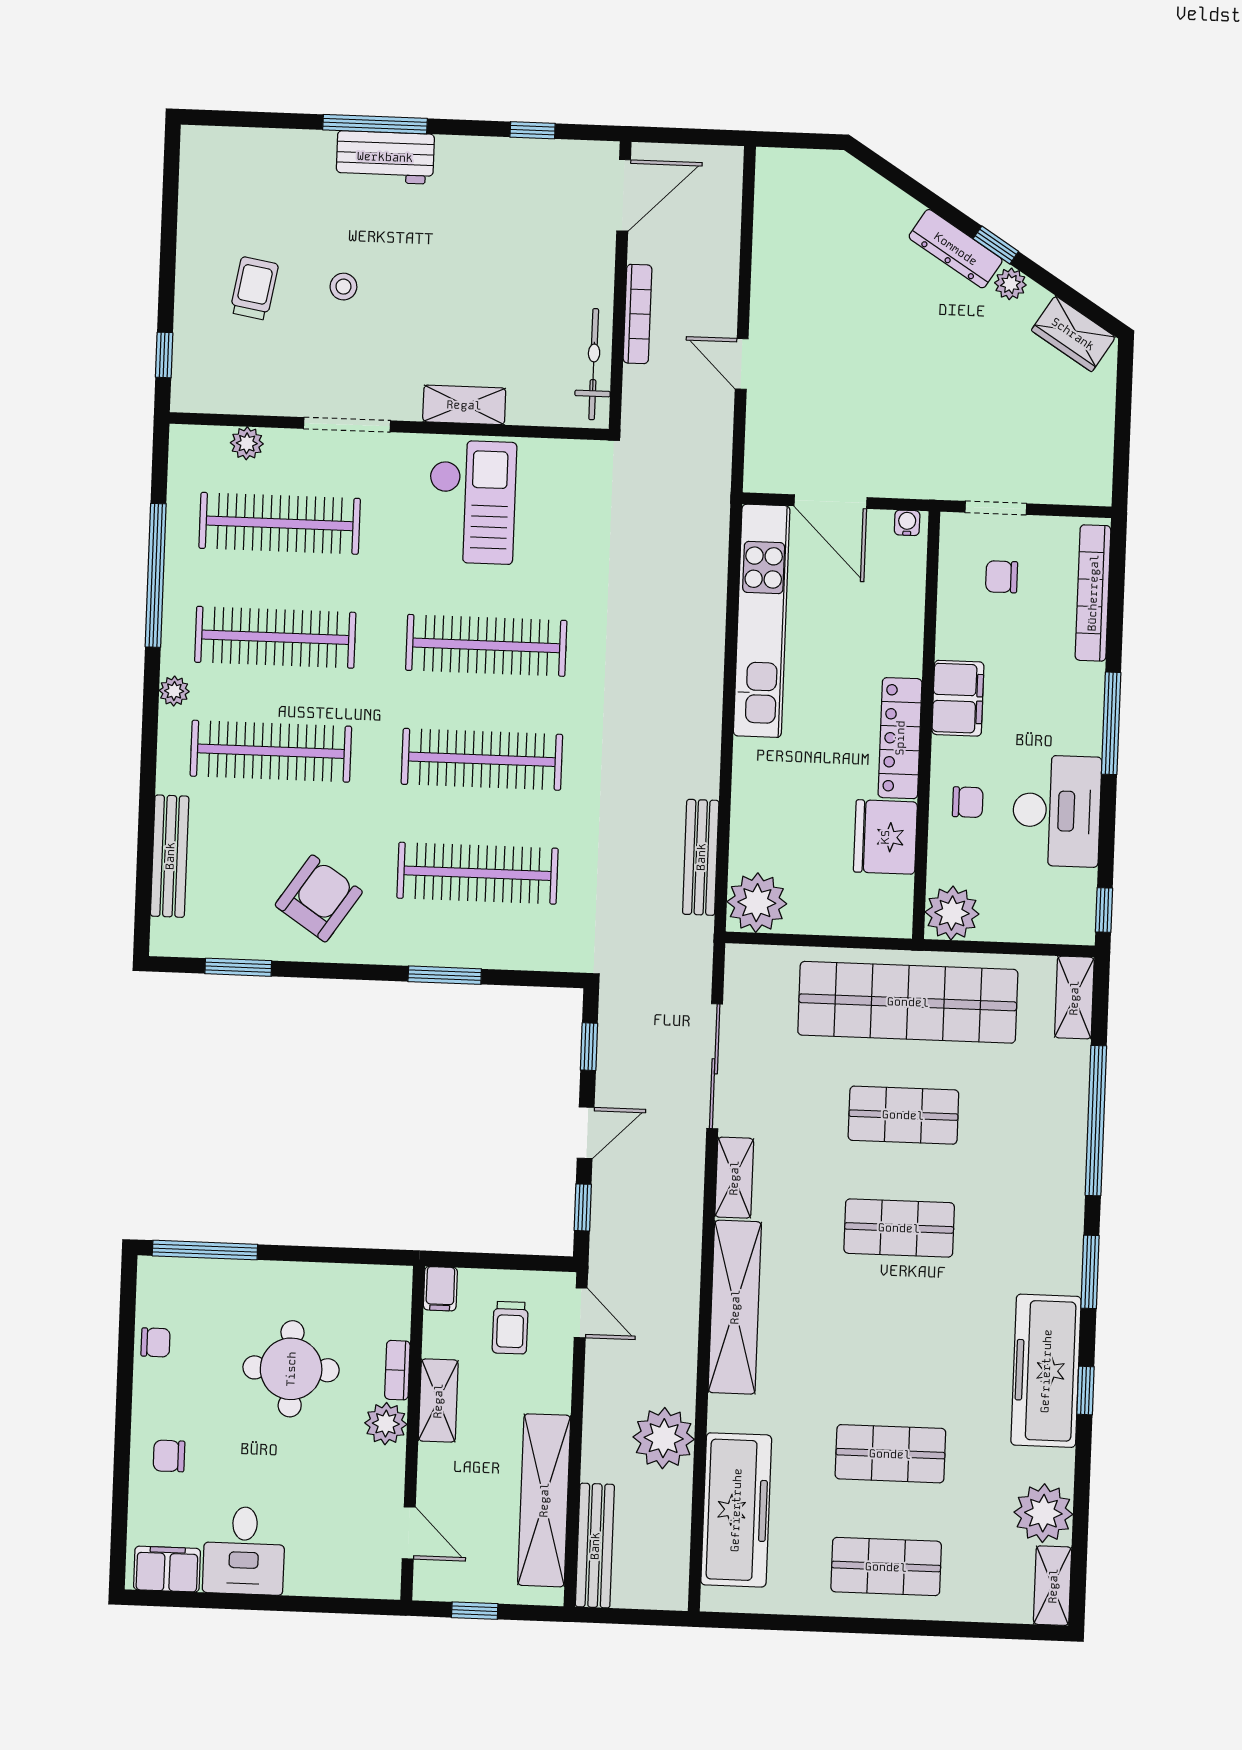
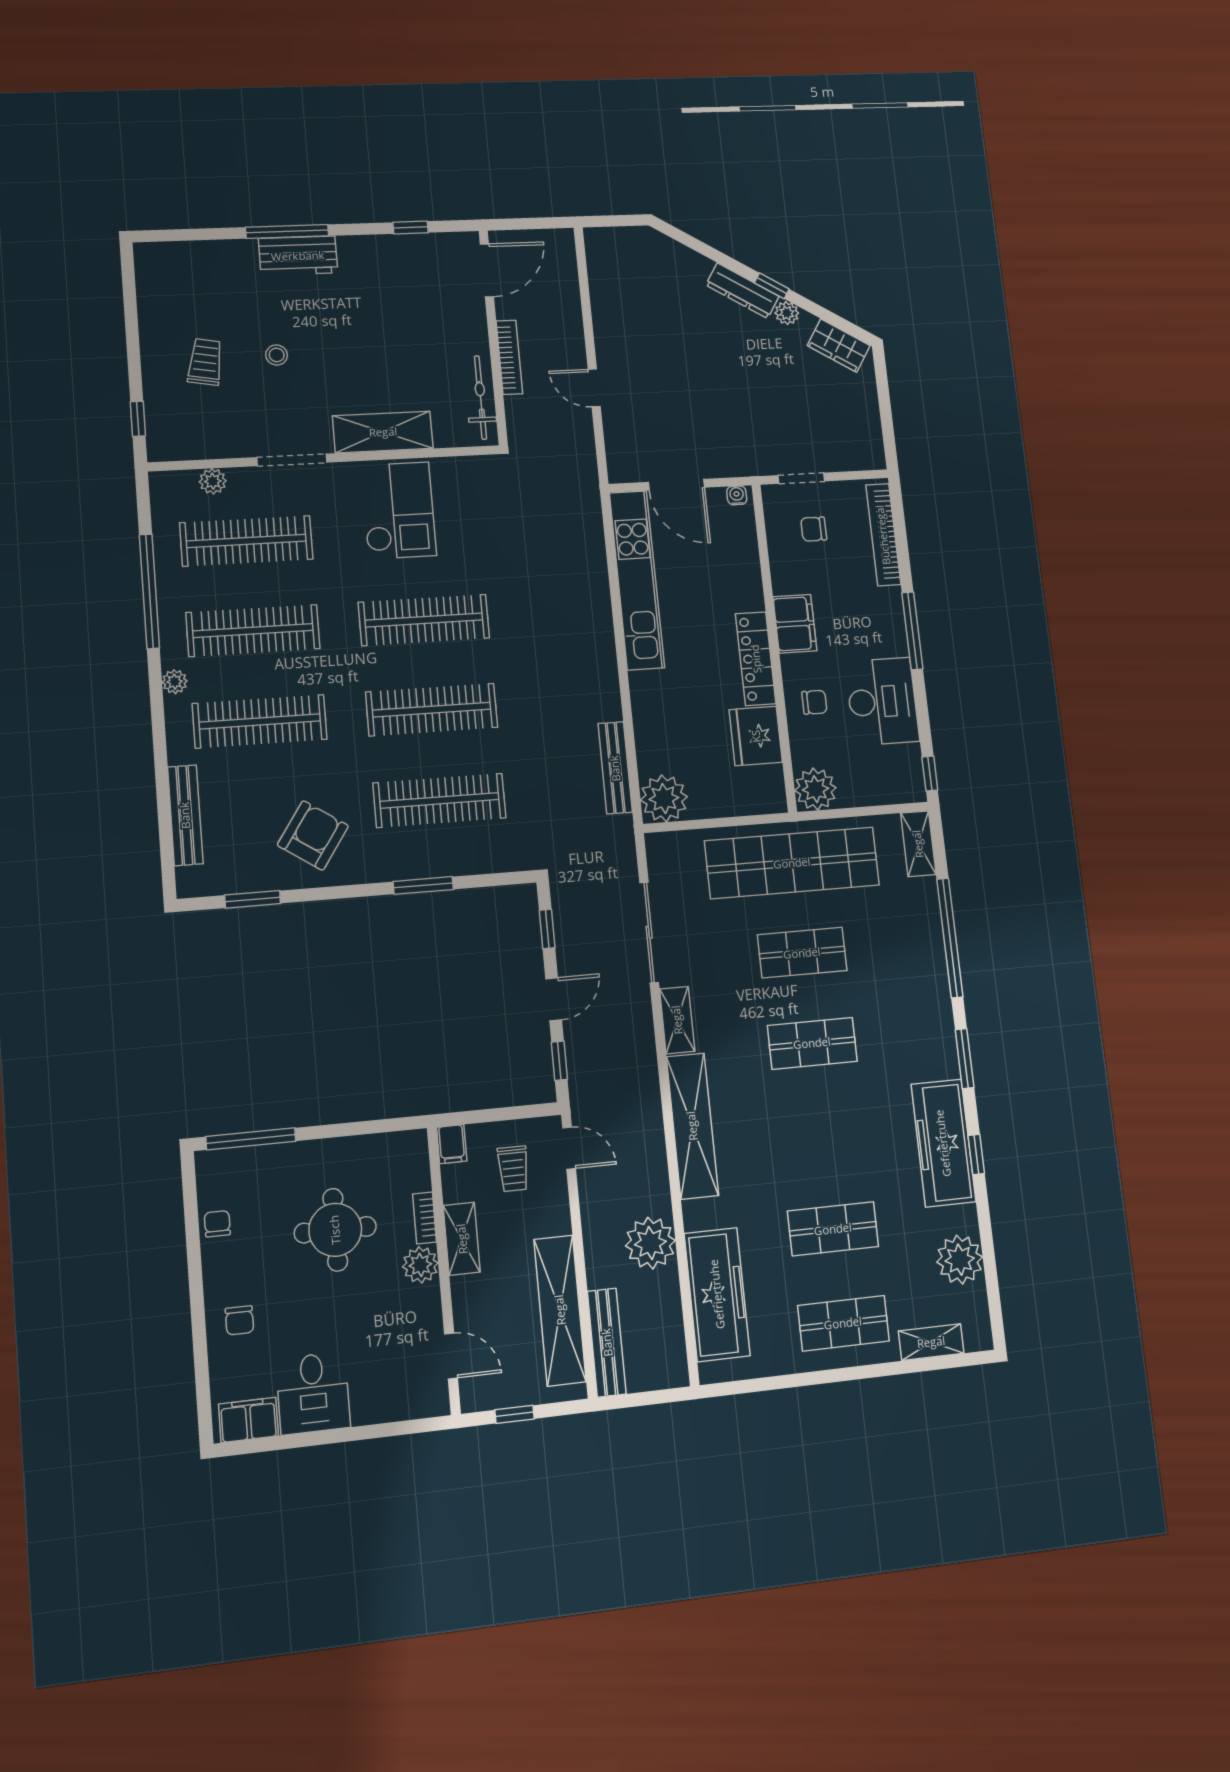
shelving: (464, 405) -> (383, 432), width x1.50, depth x1.33
chair: (156, 1342) -> (217, 1224), turned -90
chair: (169, 1456) -> (239, 1320), turned -90
shelving: (1053, 1586) -> (931, 1342), moved, turned 90

